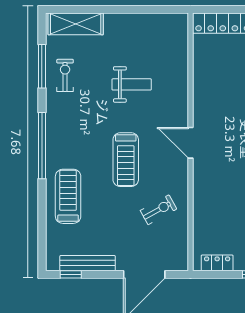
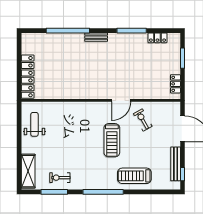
weight bench: (132, 84) -> (34, 124), moved
door: (190, 143) -> (121, 100), moved
treadmill: (126, 160) -> (112, 140), turned 90

